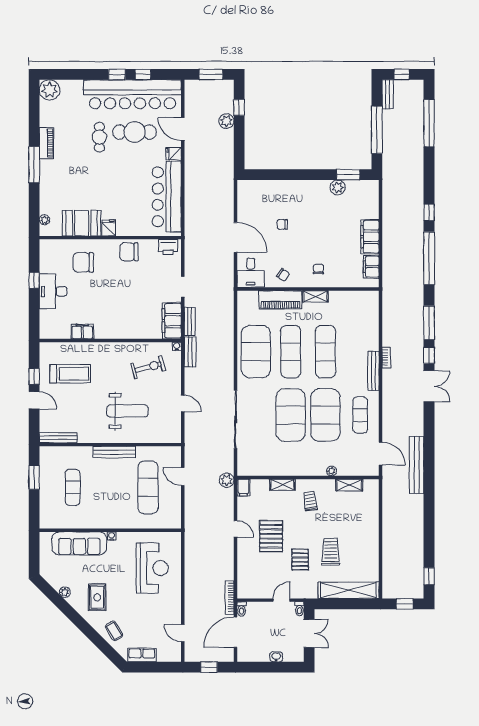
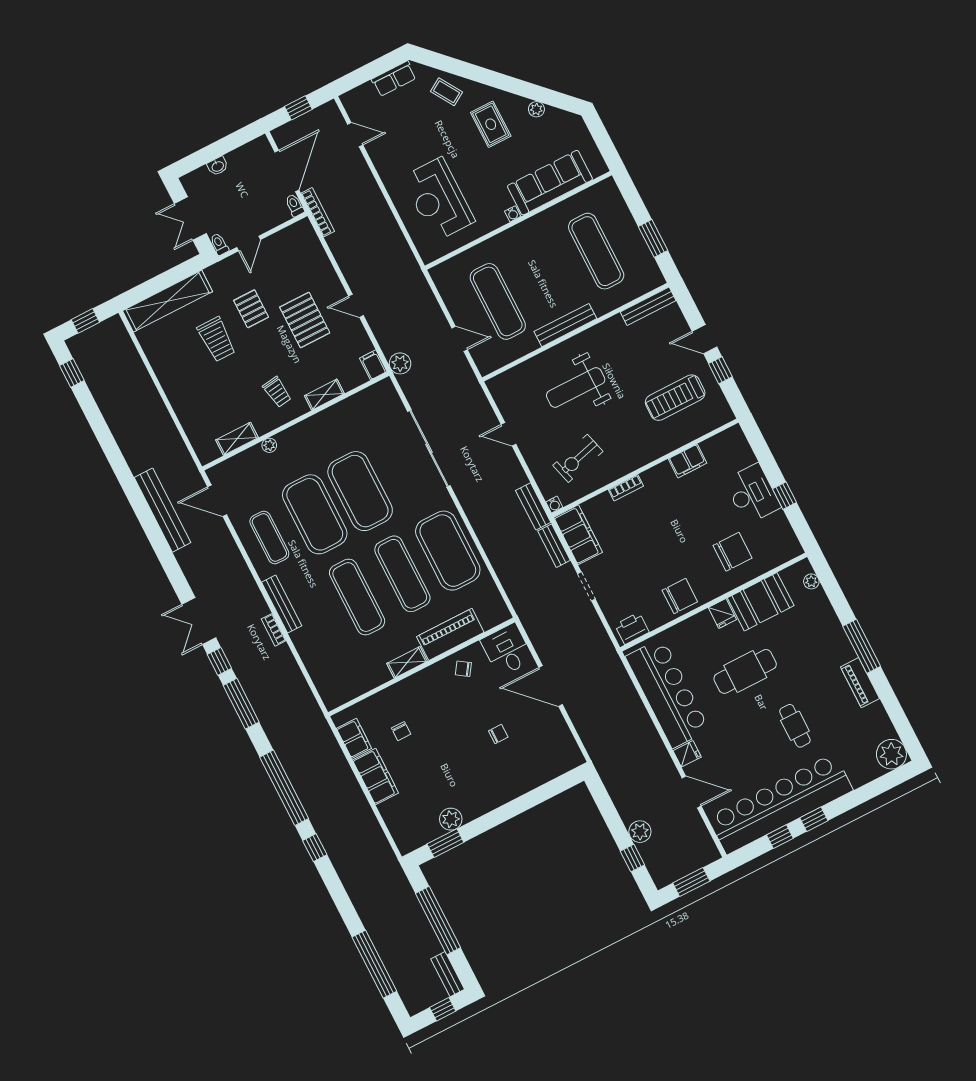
cafe table: (135, 132) -> (745, 671), moved
chair: (318, 269) -> (401, 731), moved
bookcase: (128, 334) -> (626, 488), added
exercise mat: (73, 487) -> (596, 251), width x1.36, depth x1.45

